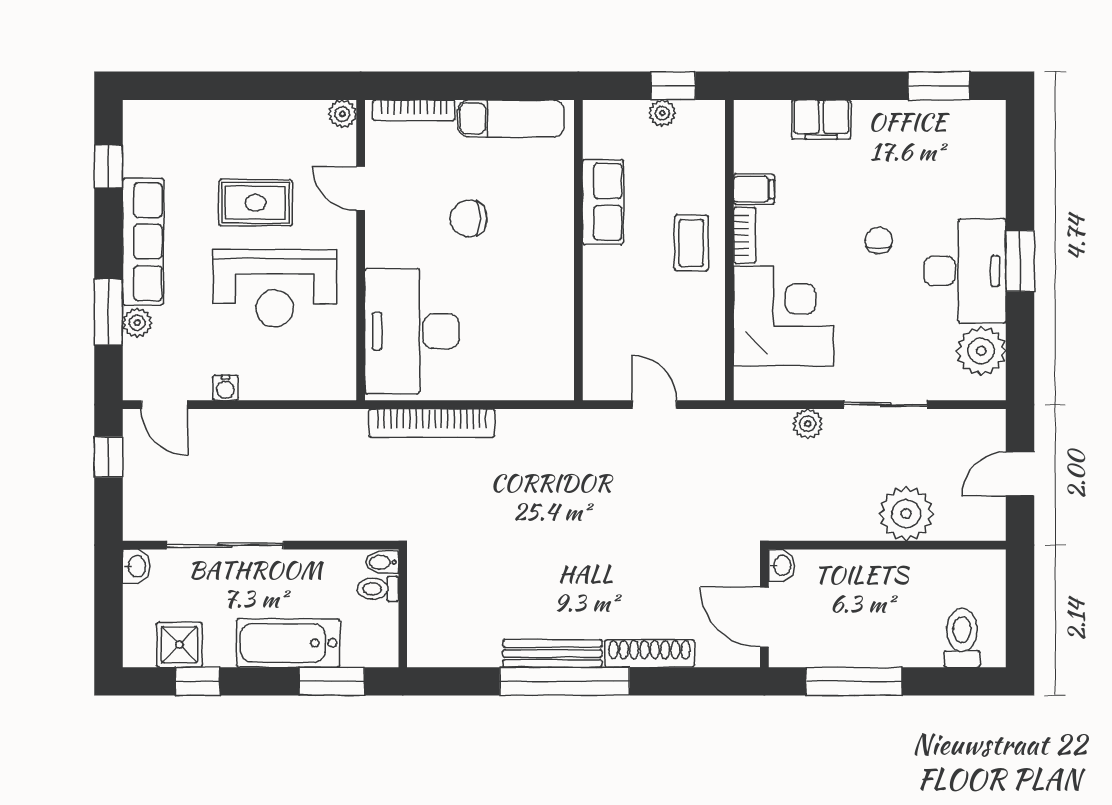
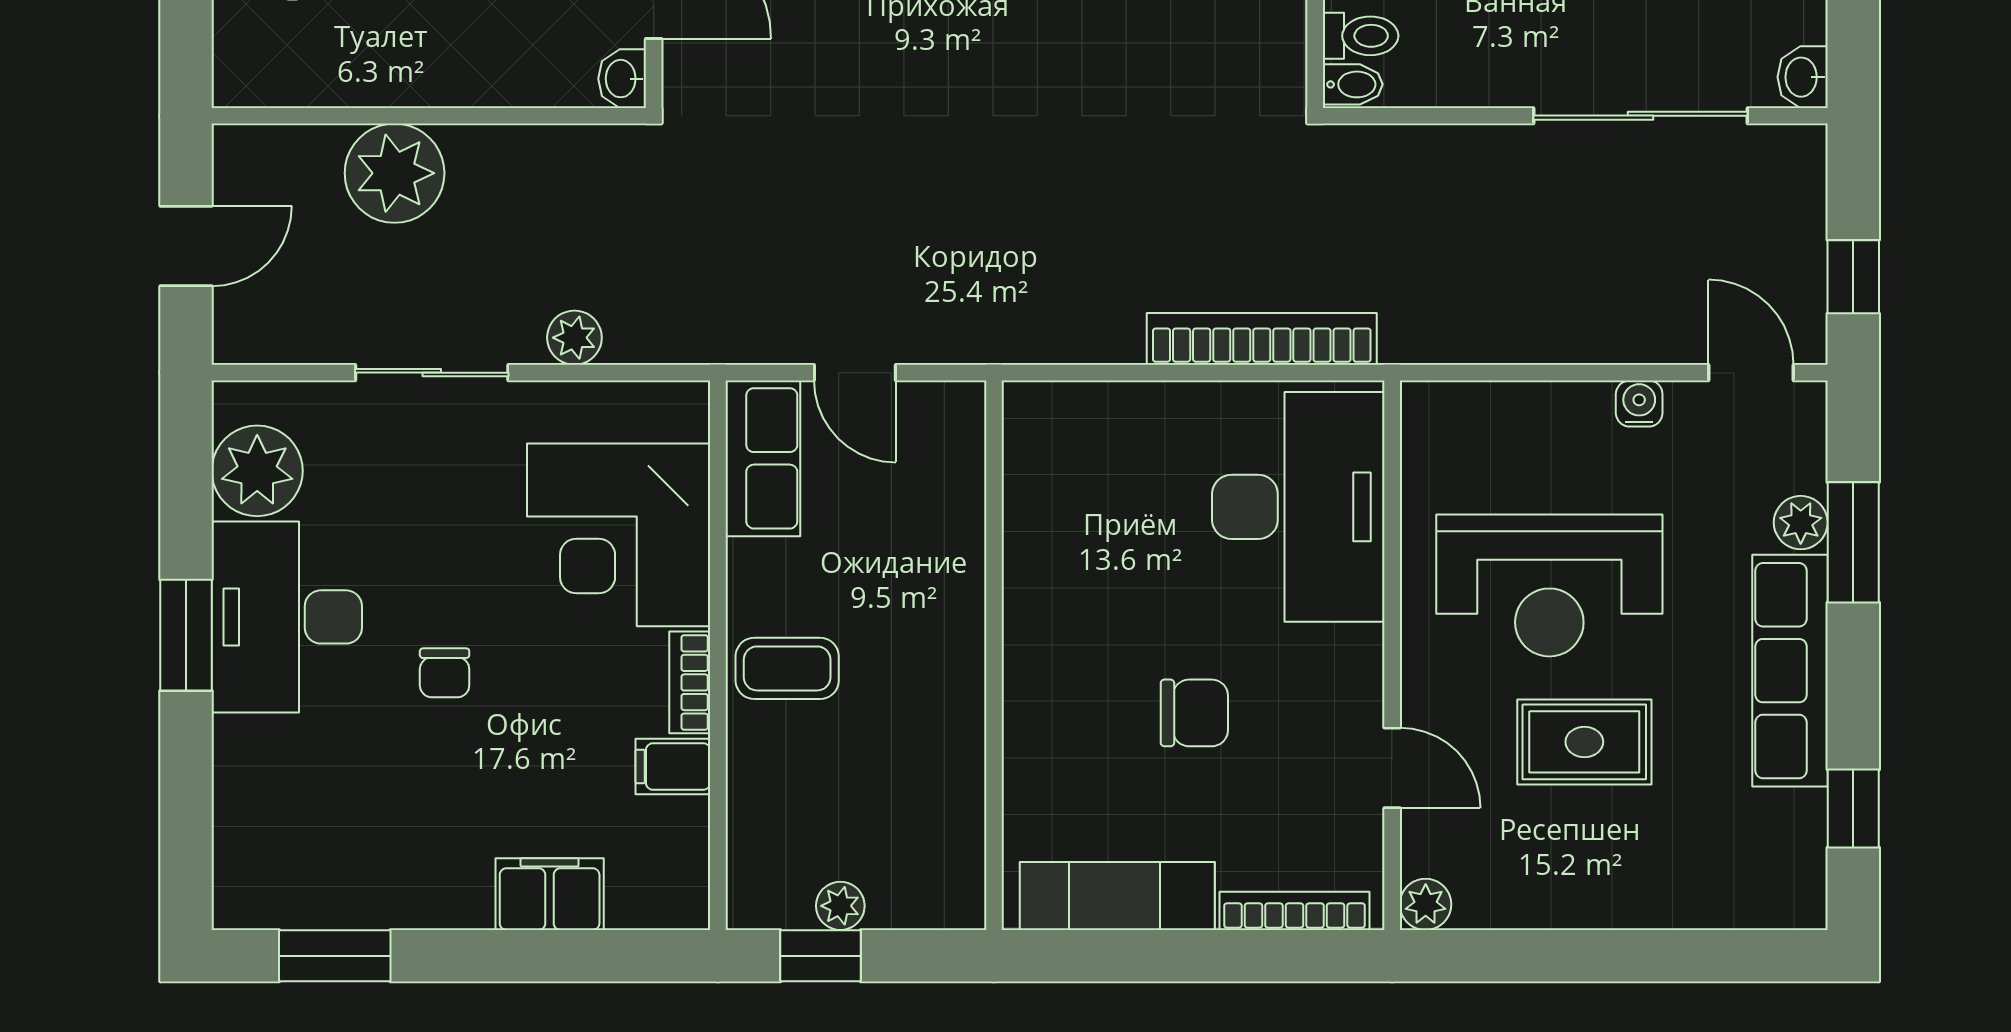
row of seats: (603, 202) -> (763, 458), moved, turned 180
coffee table: (691, 243) -> (787, 668), turned 90
reception desk: (275, 288) -> (1549, 585), turned 180

